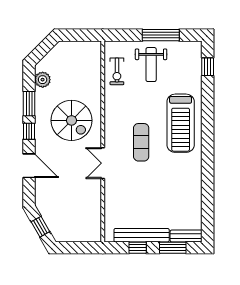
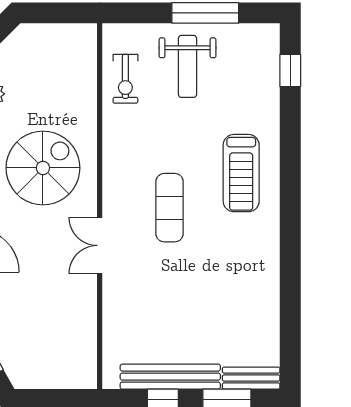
spiral stairs: (72, 120) -> (43, 168), turned -90
treadmill: (181, 123) -> (241, 173), width x0.73, depth x0.73

